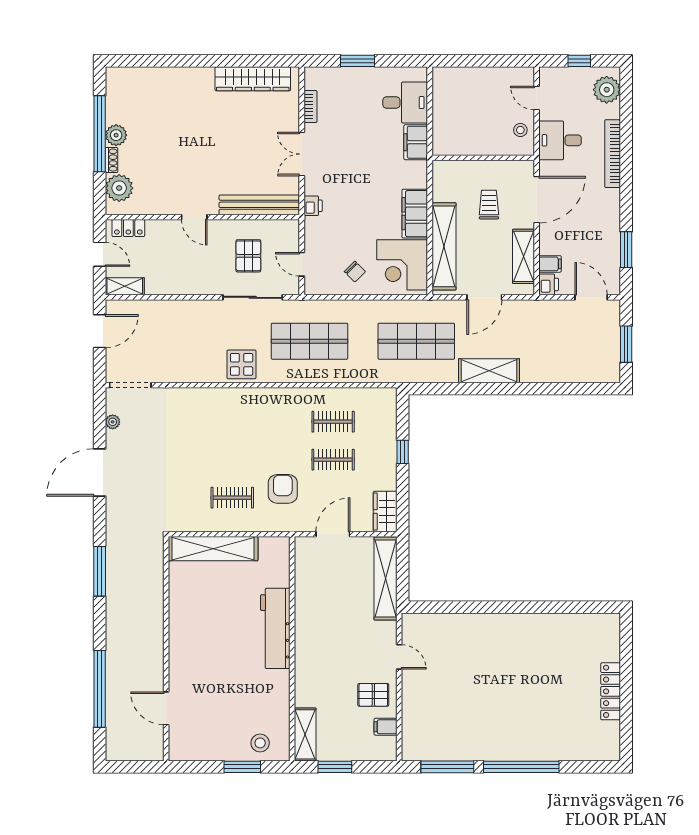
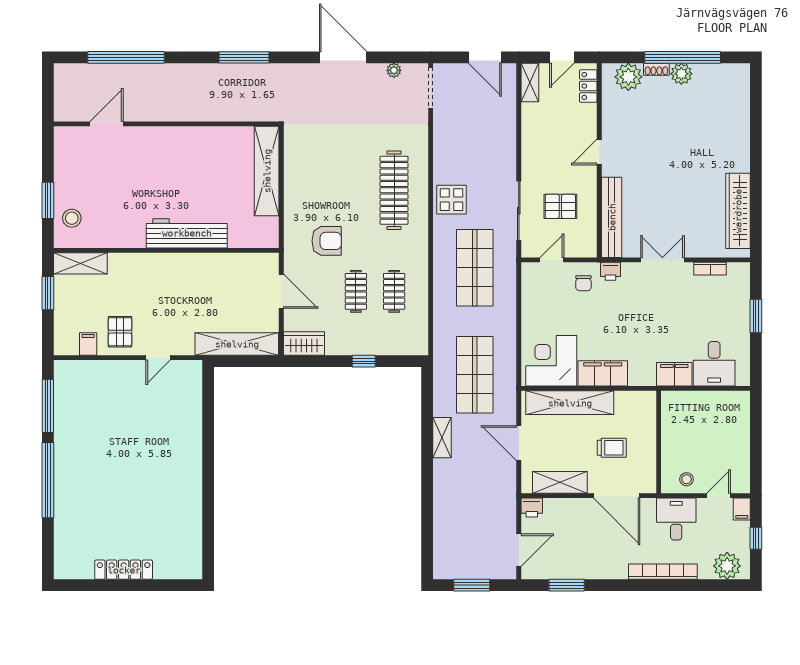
filing cabinet: (550, 264) -> (742, 509), moved
chair: (355, 272) -> (583, 283), moved, turned -45
shelving: (489, 371) -> (442, 438), width x0.67, depth x0.75
clothes rail: (232, 498) -> (394, 190), moved, width x1.86, depth x1.31

